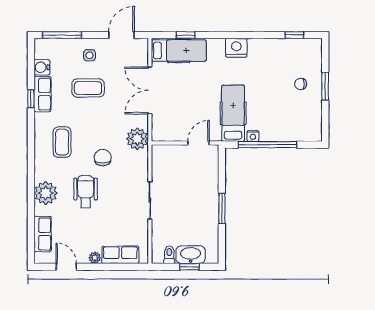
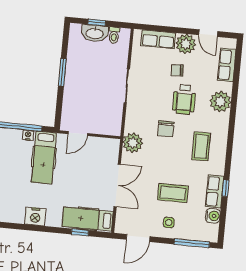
chair: (96, 223) -> (177, 70), added
plant: (95, 258) -> (186, 44), width x1.88, depth x1.88

